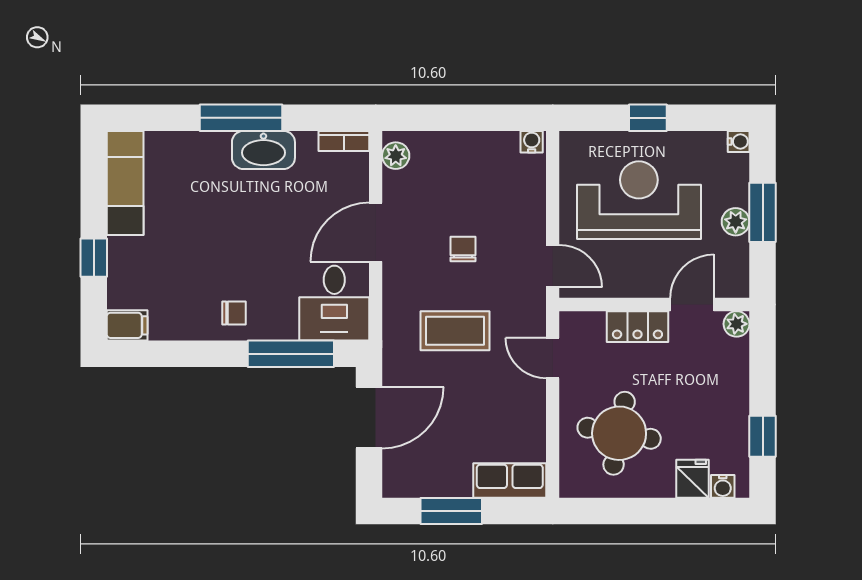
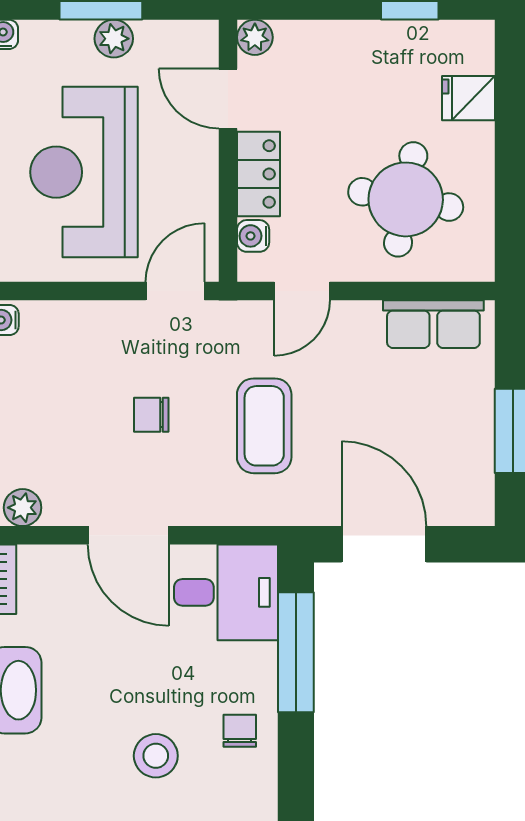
stool: (216, 252) -> (156, 756), added
row of seats: (510, 481) -> (433, 324), moved, turned -90
water cooler: (723, 486) -> (253, 236), moved, turned 180

